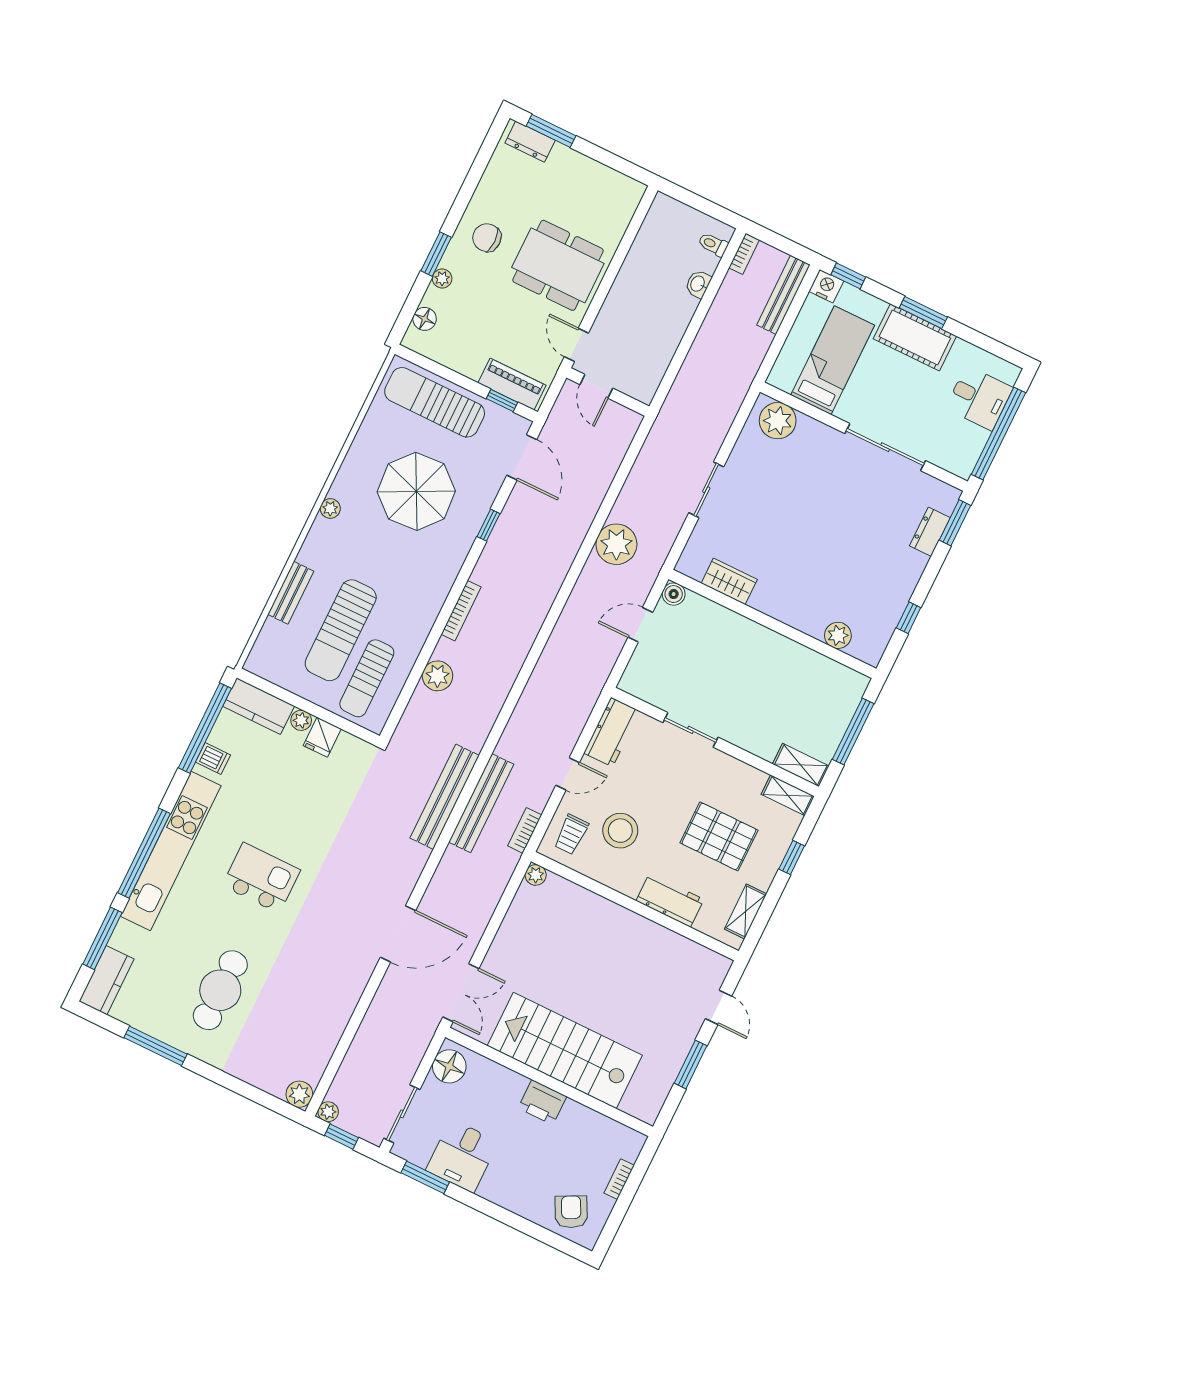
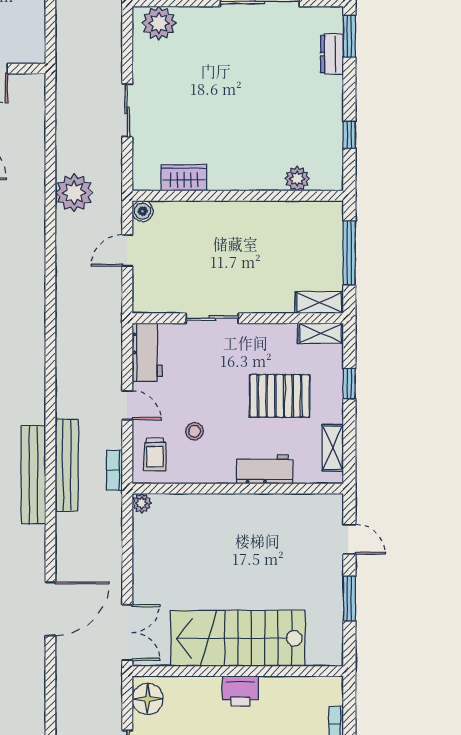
door: (568, 774) -> (127, 405), hinge flipped
stool: (620, 831) -> (195, 431), width x0.53, depth x0.53

